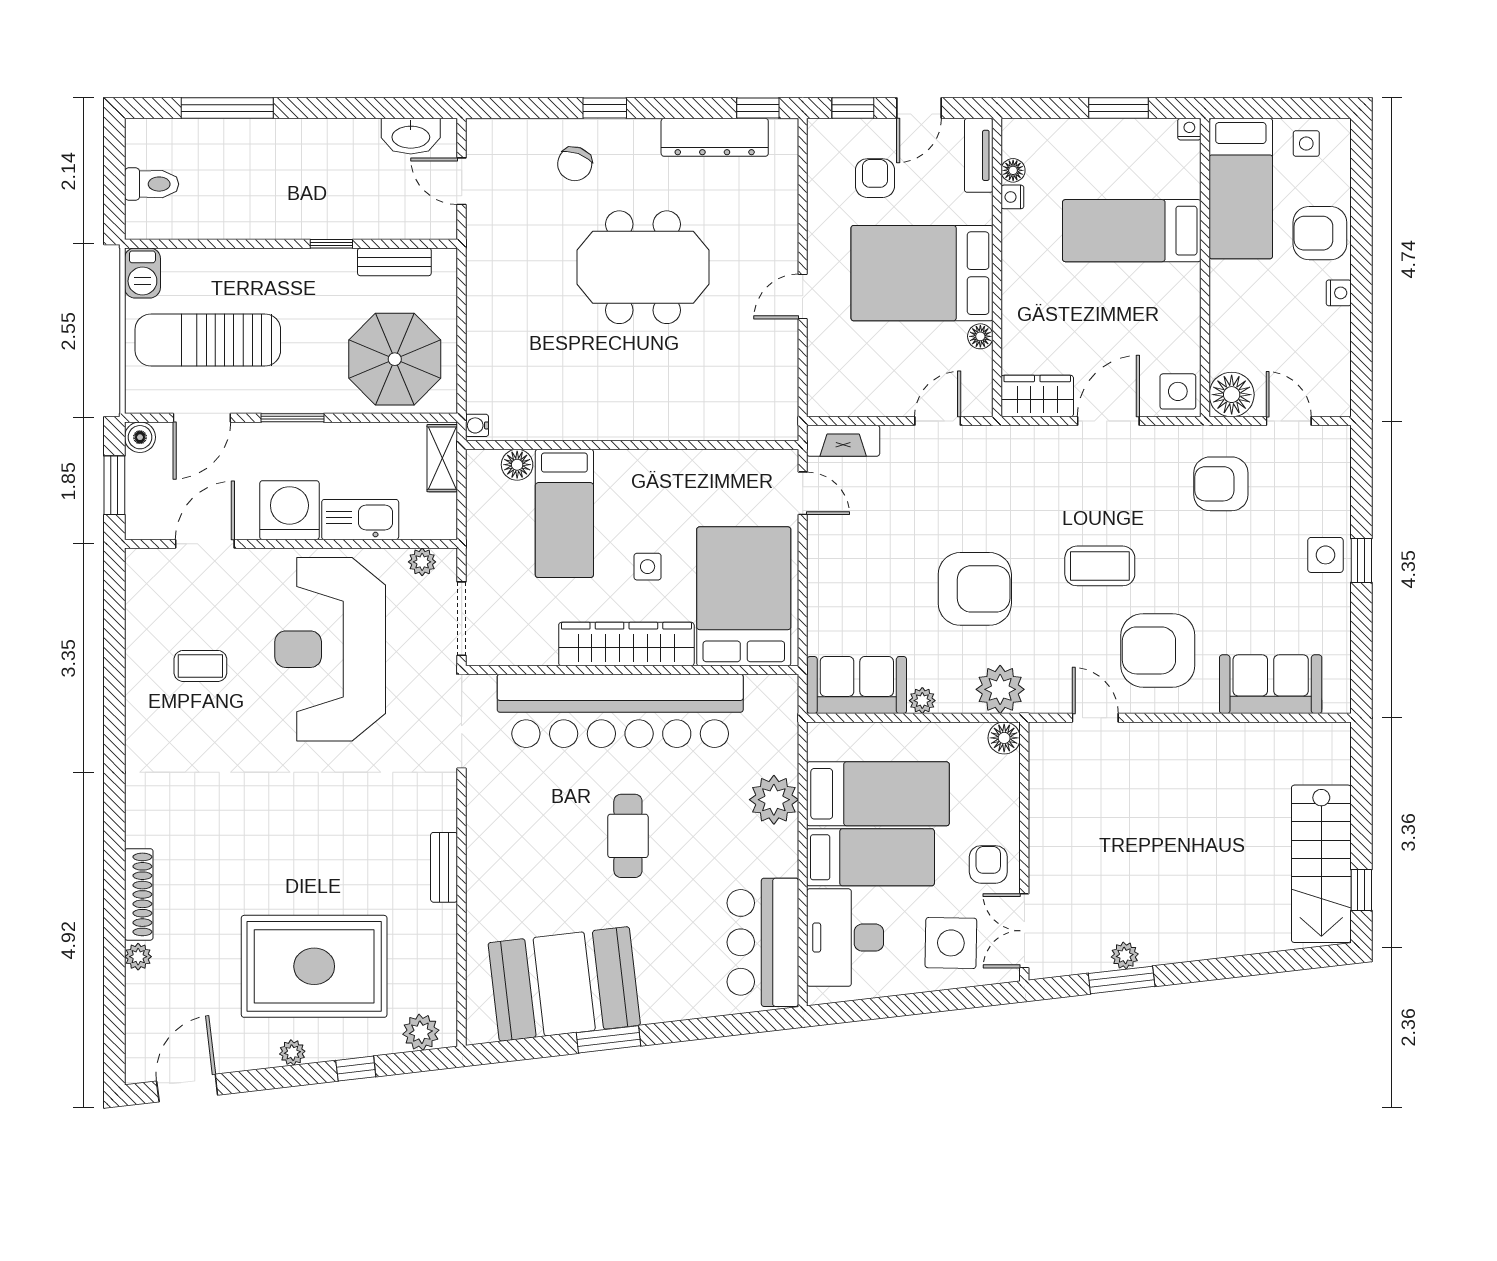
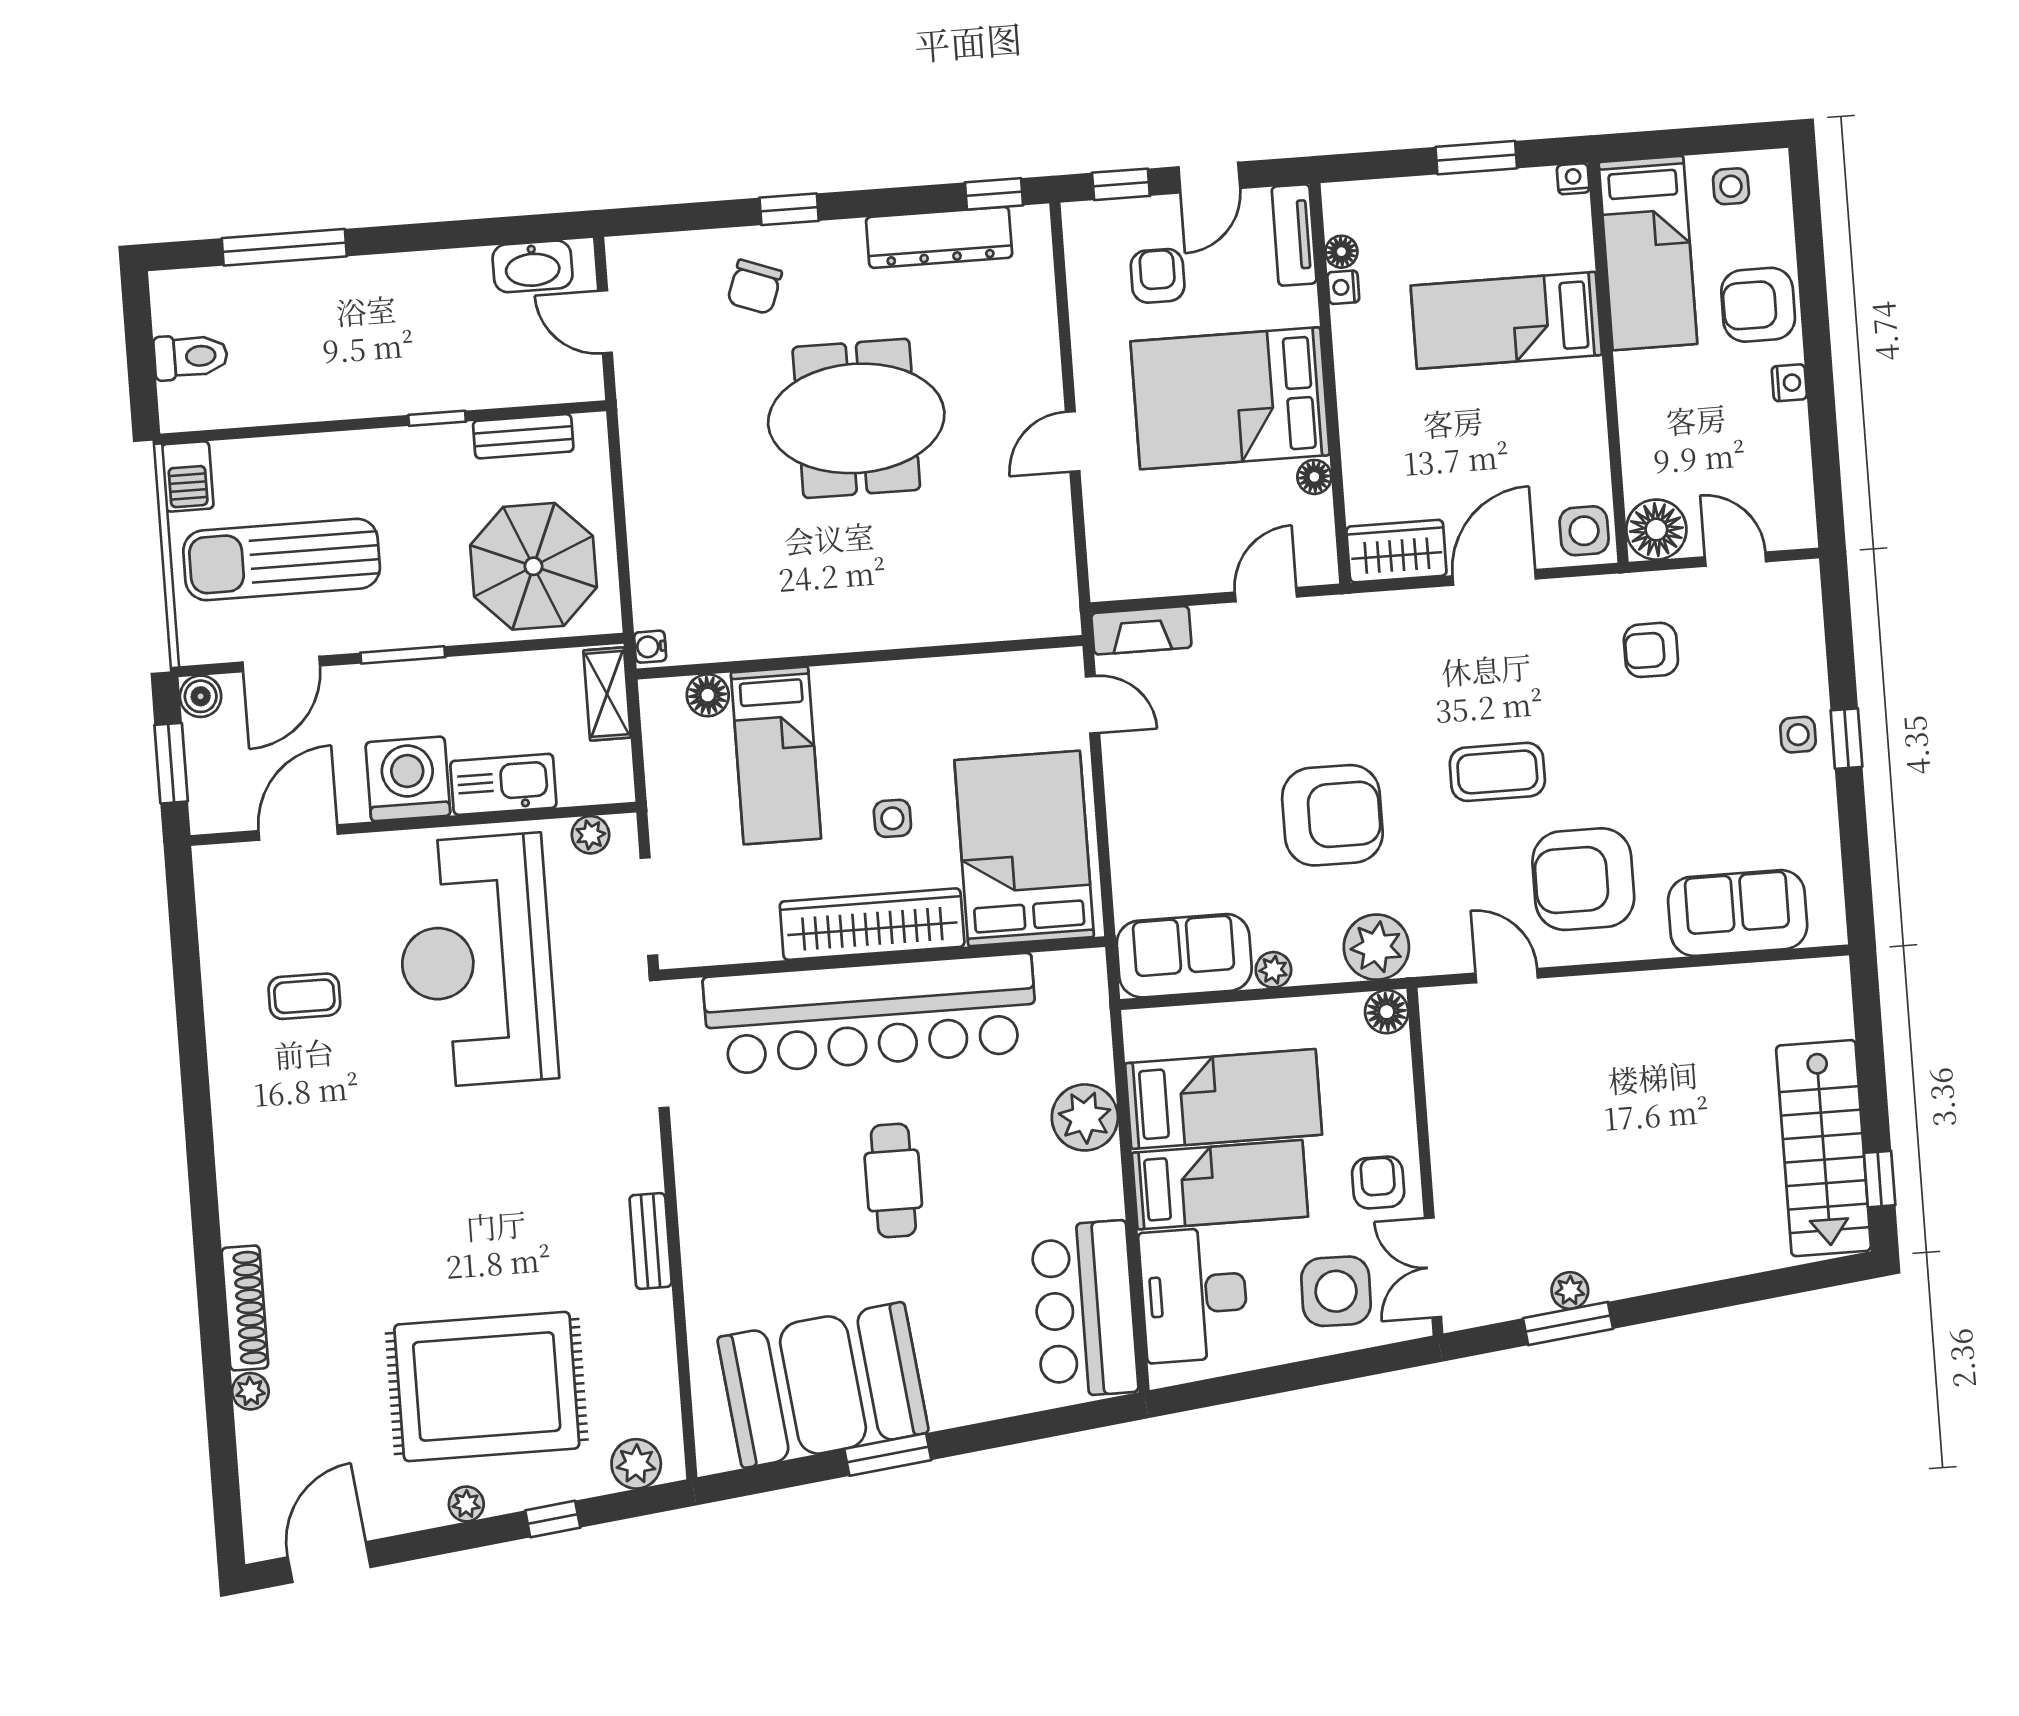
armchair: (1221, 484) -> (1651, 650), width x0.72, depth x0.72
side table: (1325, 555) -> (1798, 735), width x0.73, depth x0.73

